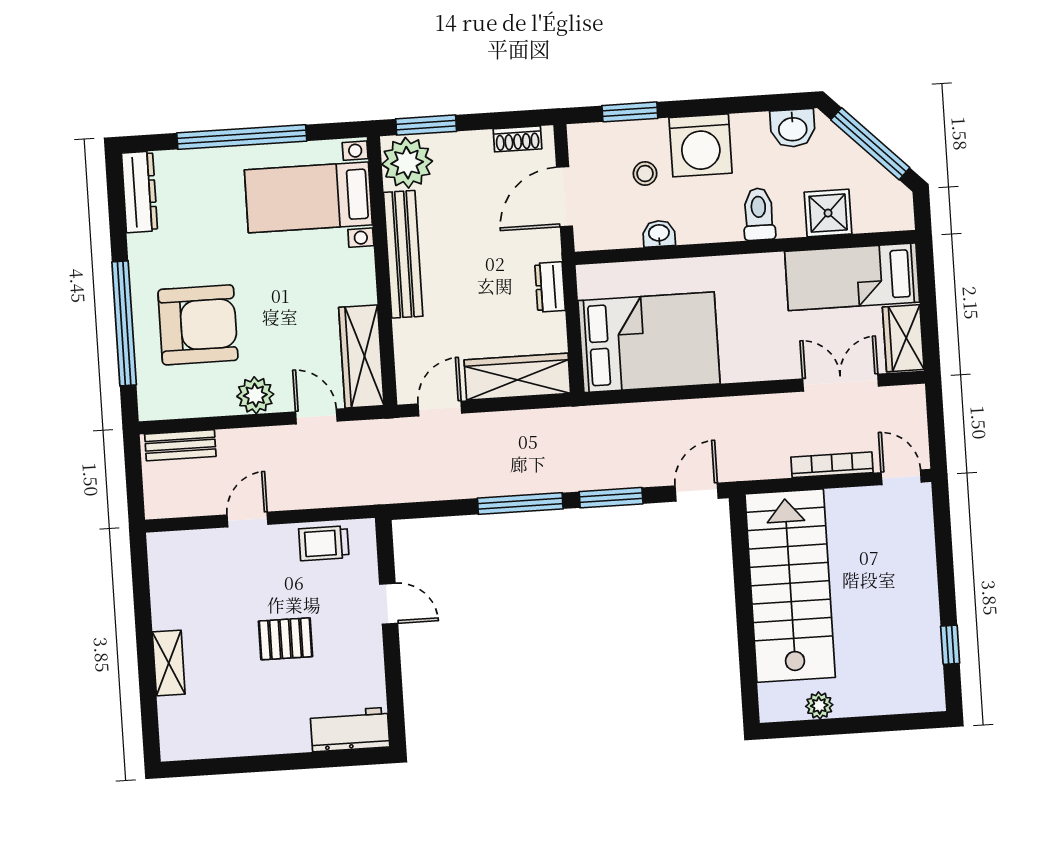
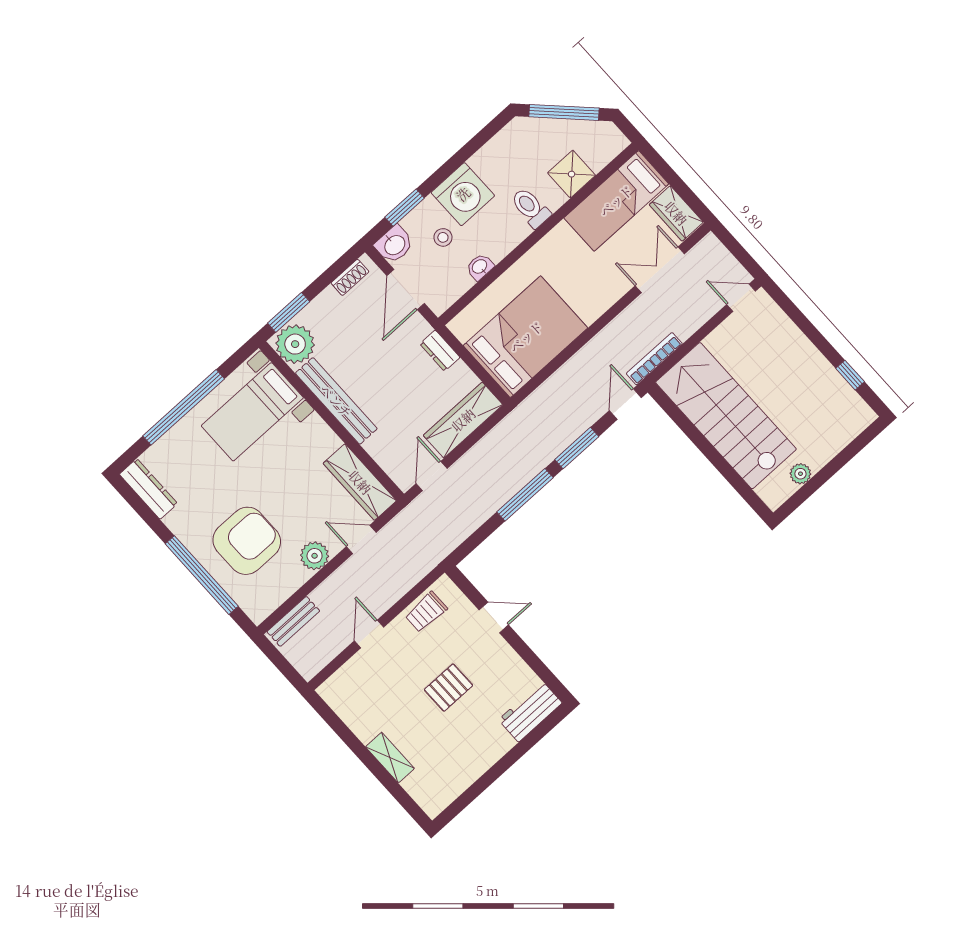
washbasin: (793, 128) -> (394, 245), moved
bookcase: (832, 465) -> (654, 359), moved

